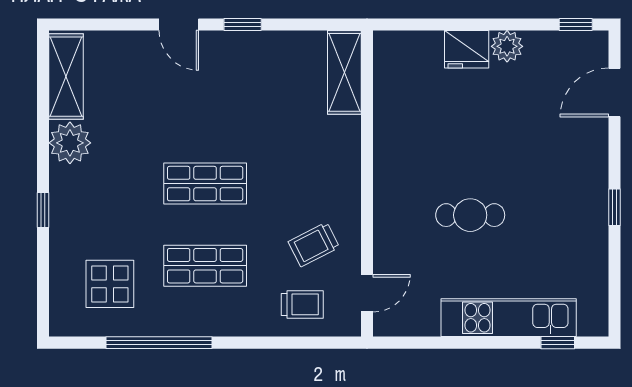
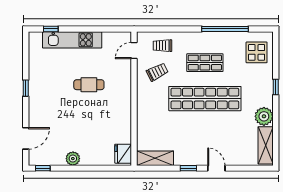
fridge: (467, 49) -> (123, 154), moved, turned -90
shelving: (344, 72) -> (155, 158), moved, turned 90
shop shelf: (205, 184) -> (205, 99), width x2.00, depth x1.36
display table: (110, 284) -> (257, 52), moved

